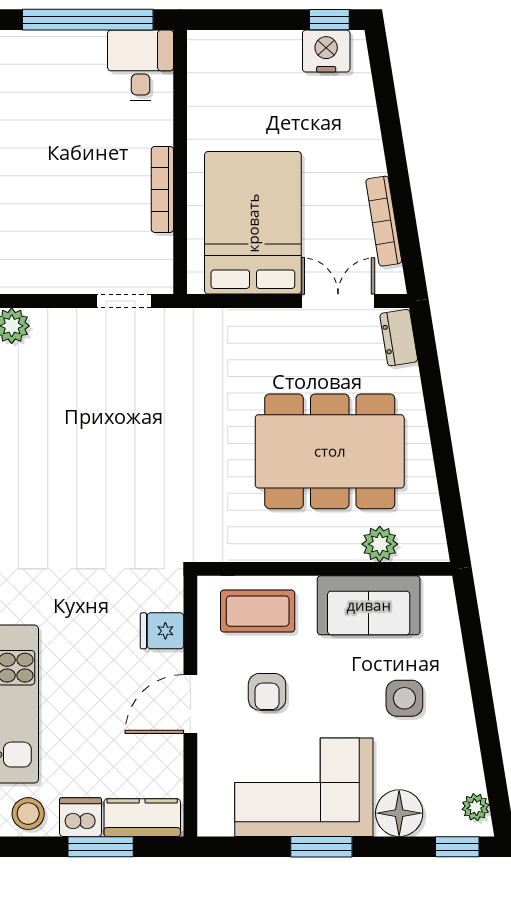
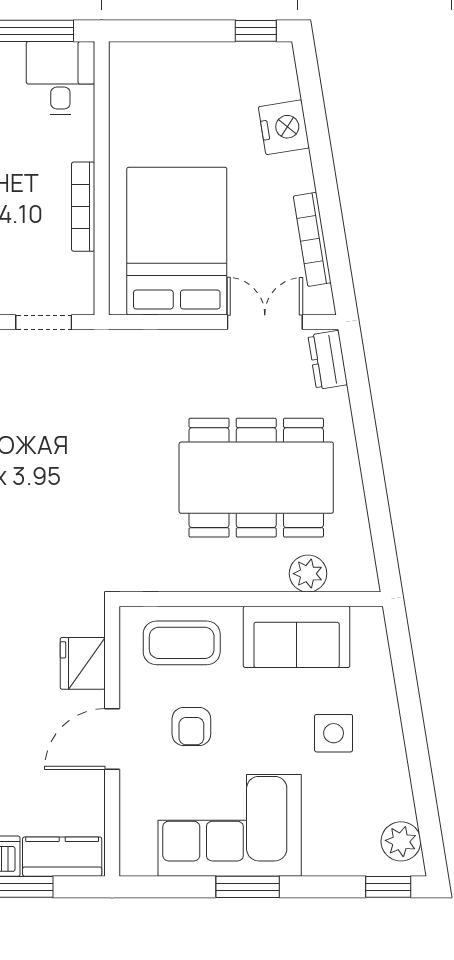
nightstand: (326, 51) -> (284, 127), moved, turned 81
fridge: (162, 631) -> (83, 663), width x1.38
plant: (475, 807) -> (401, 841), width x1.38, depth x1.38
floor lamp: (399, 813) -> (328, 852), removed

